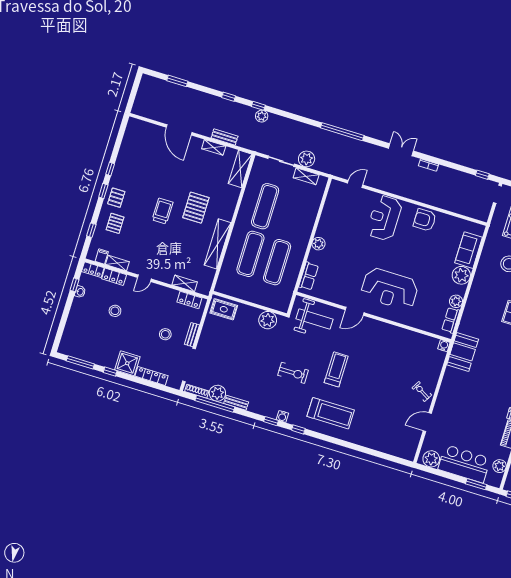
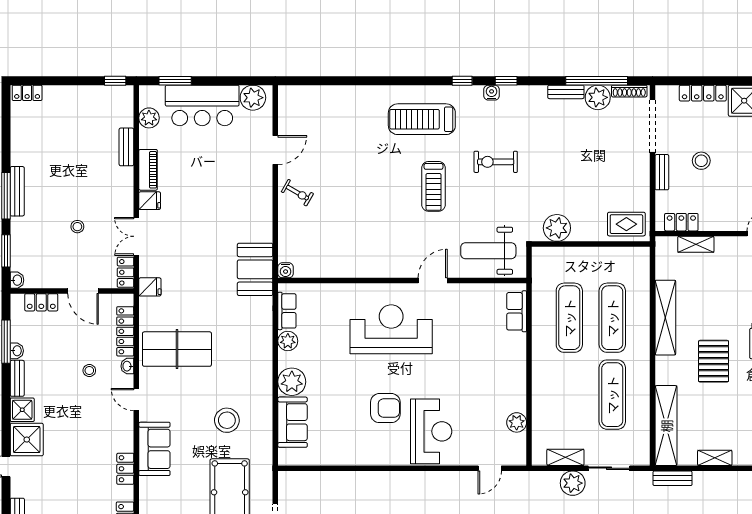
bench: (225, 137) -> (673, 478), moved
shelving: (240, 169) -> (666, 426), width x1.47
armchair: (425, 220) -> (385, 408), moved
plant: (318, 244) -> (517, 422), moved

